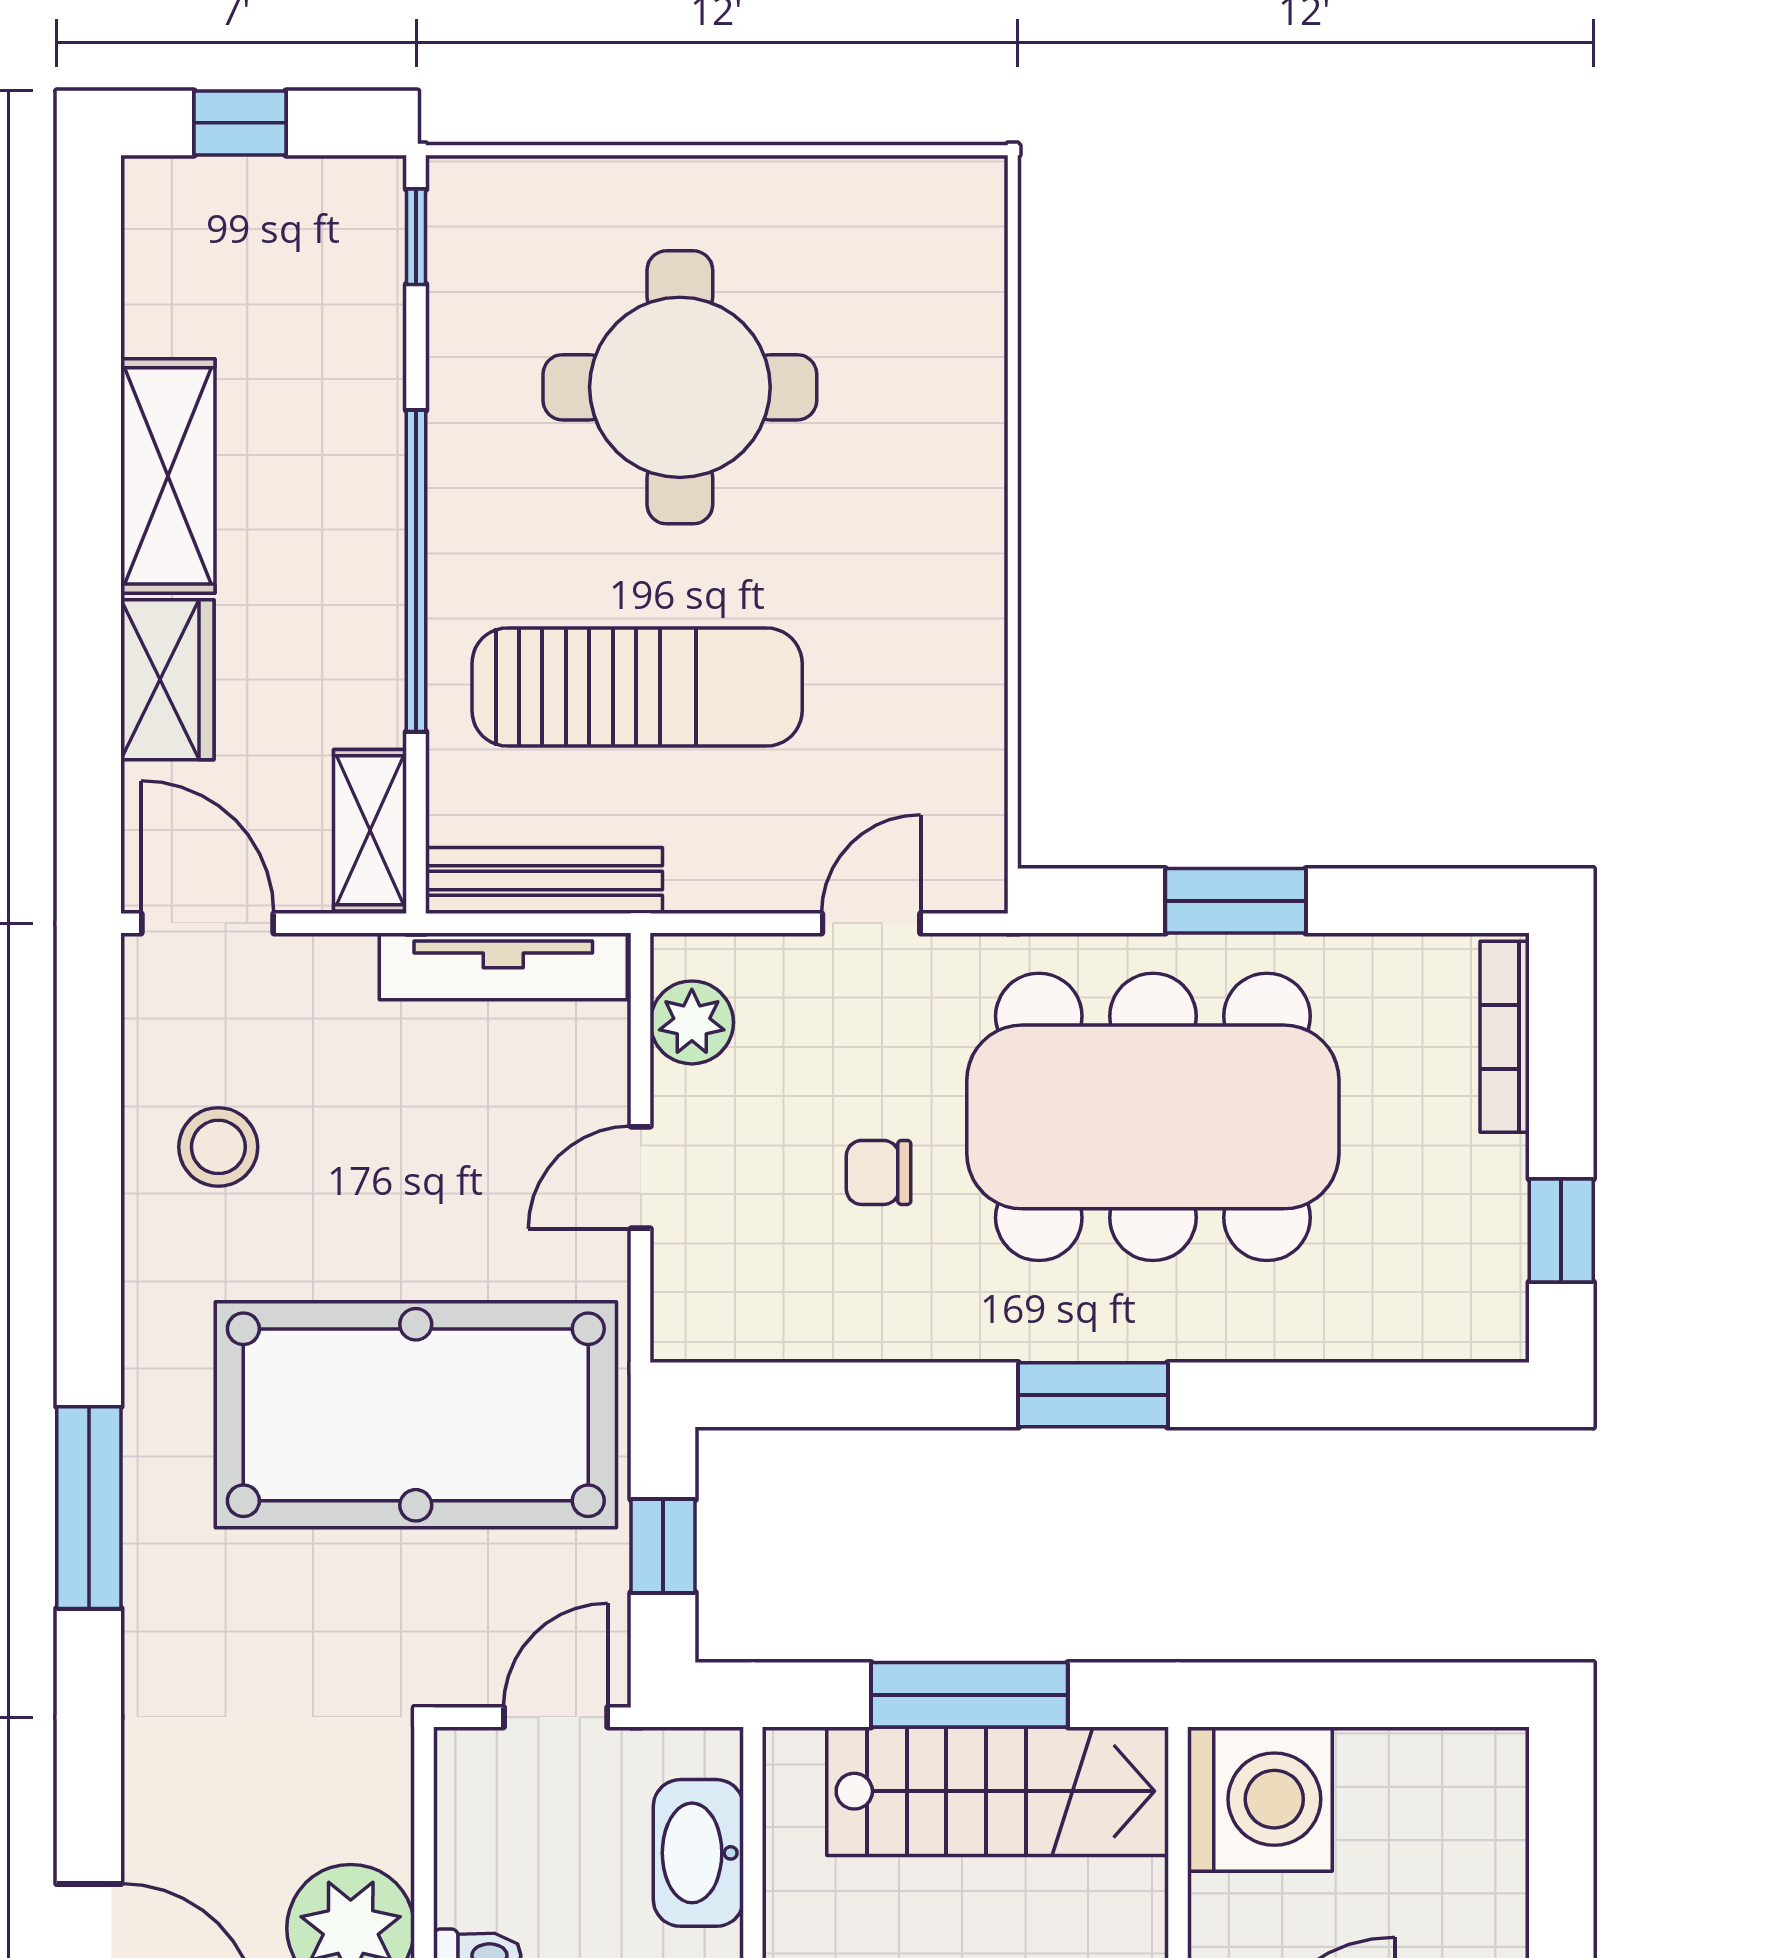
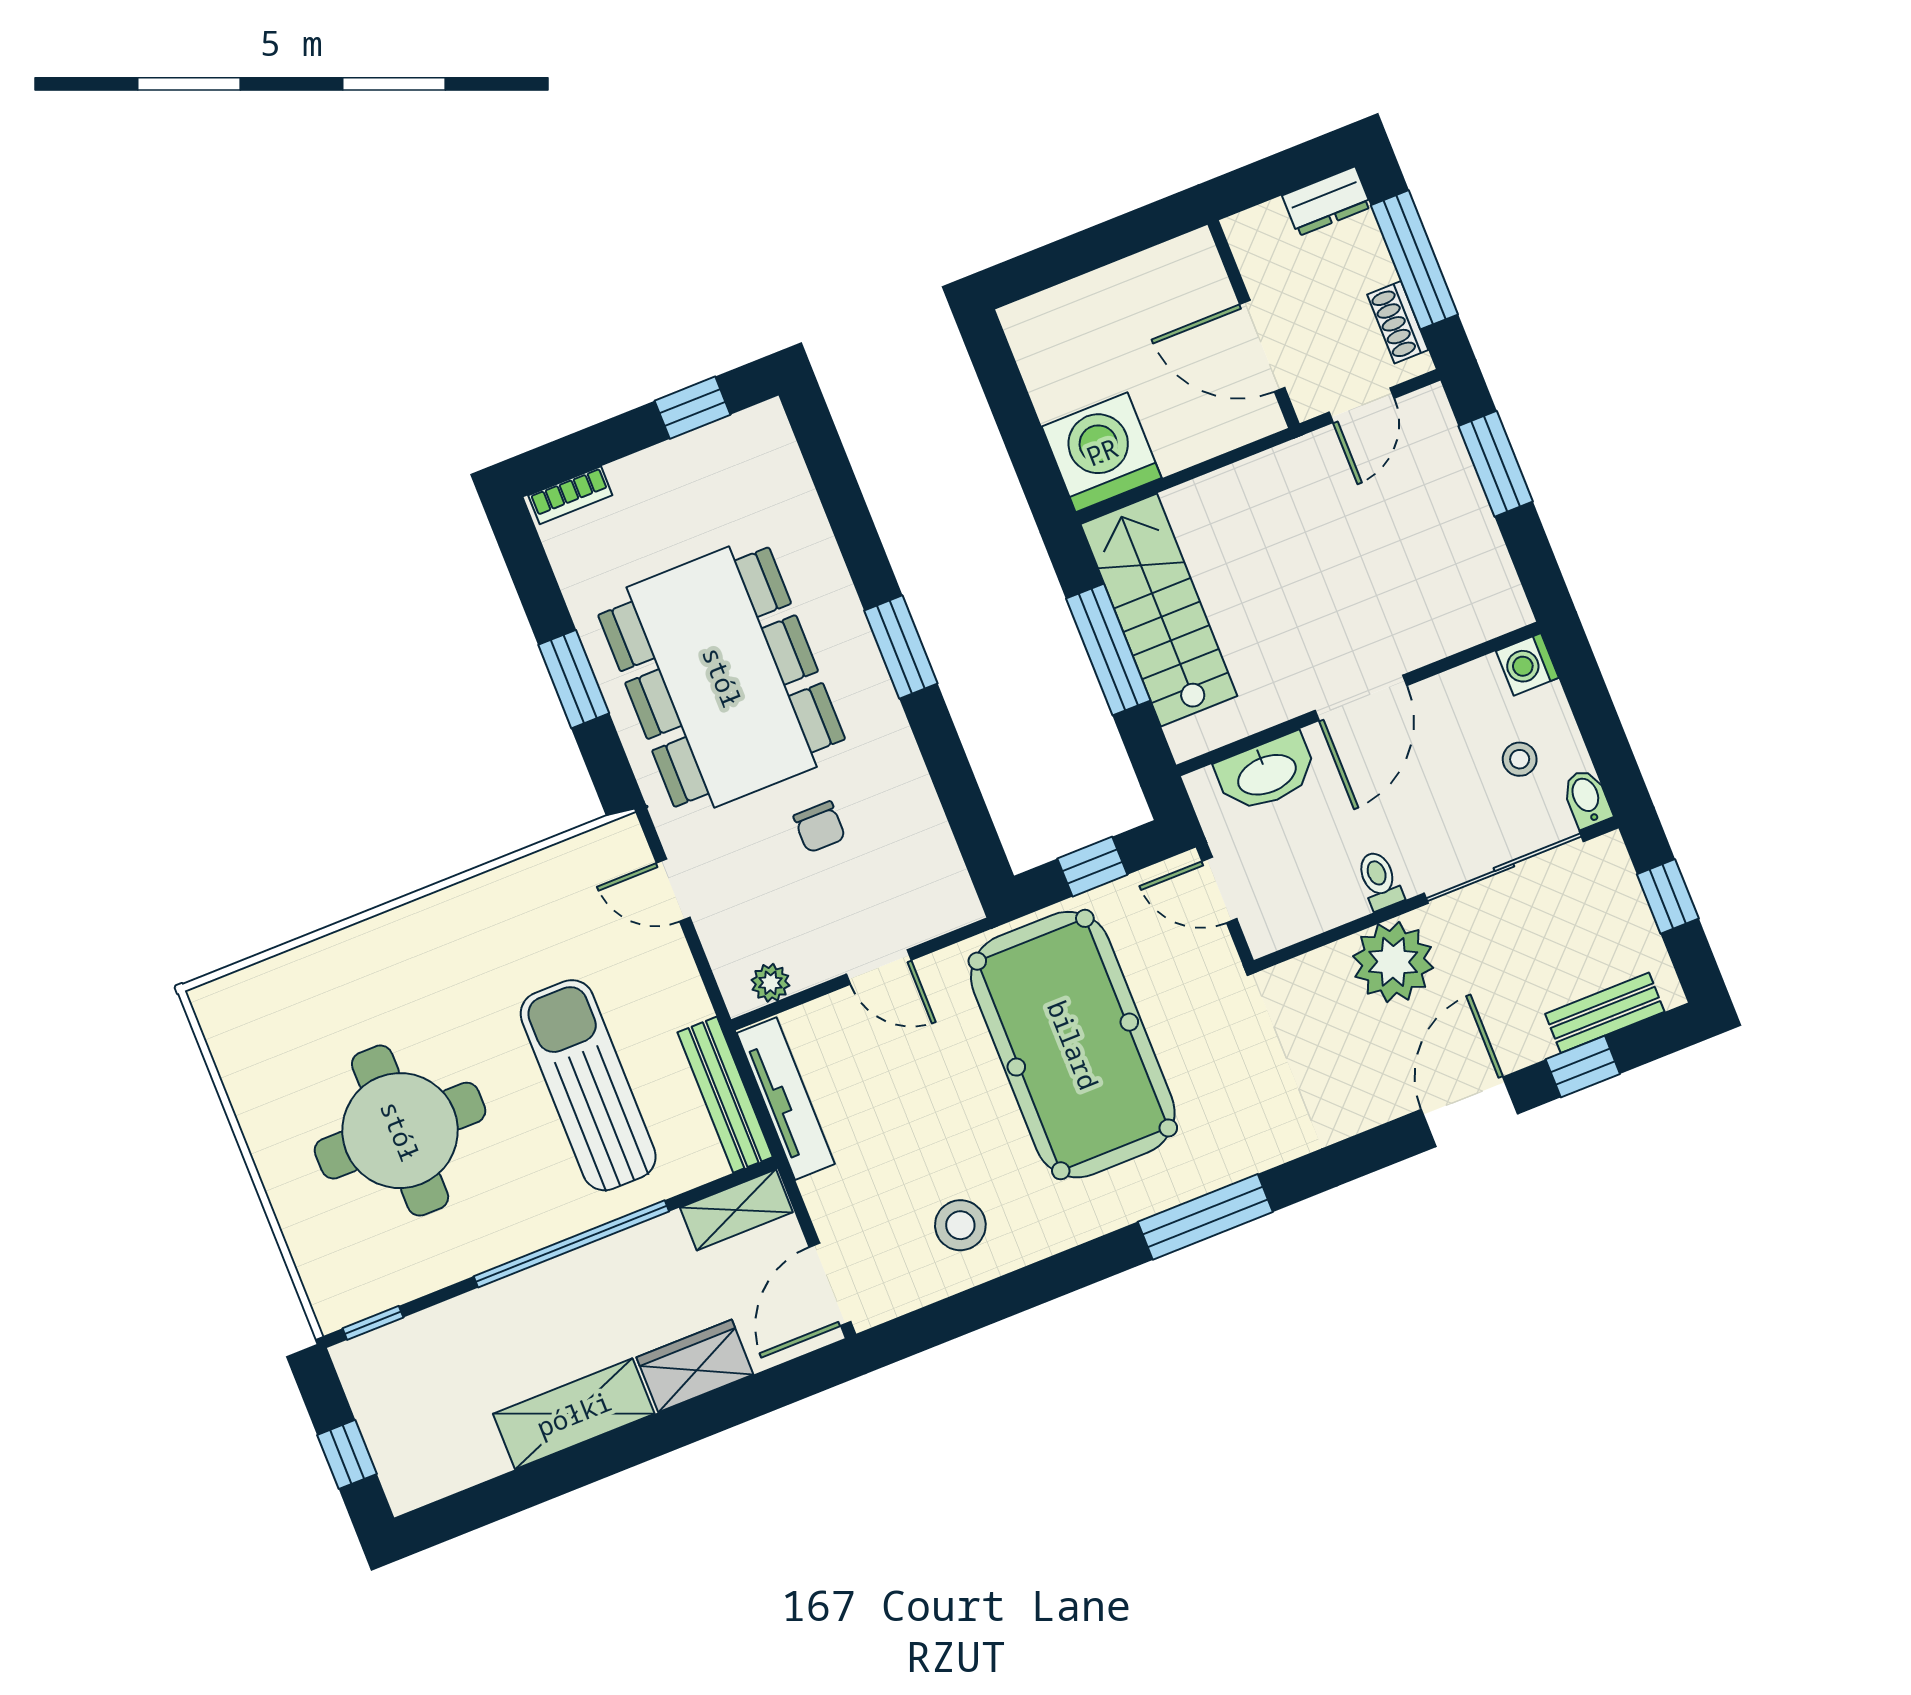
plant: (692, 1022) -> (770, 983), width x0.73, depth x0.73
bookcase: (1505, 1037) -> (570, 495), width x0.64

